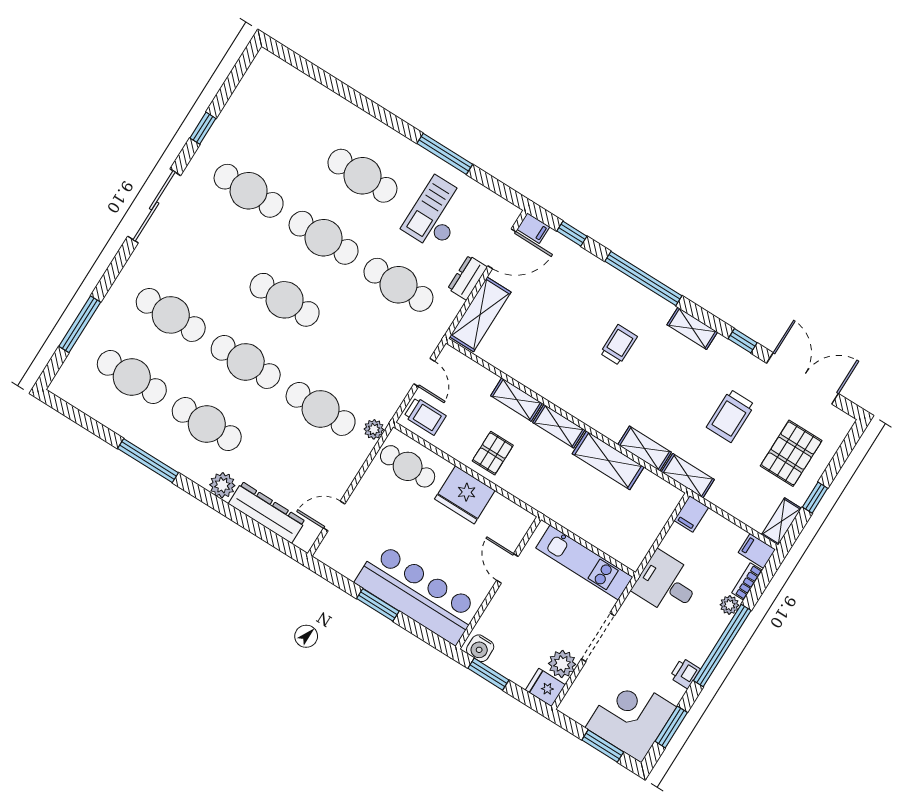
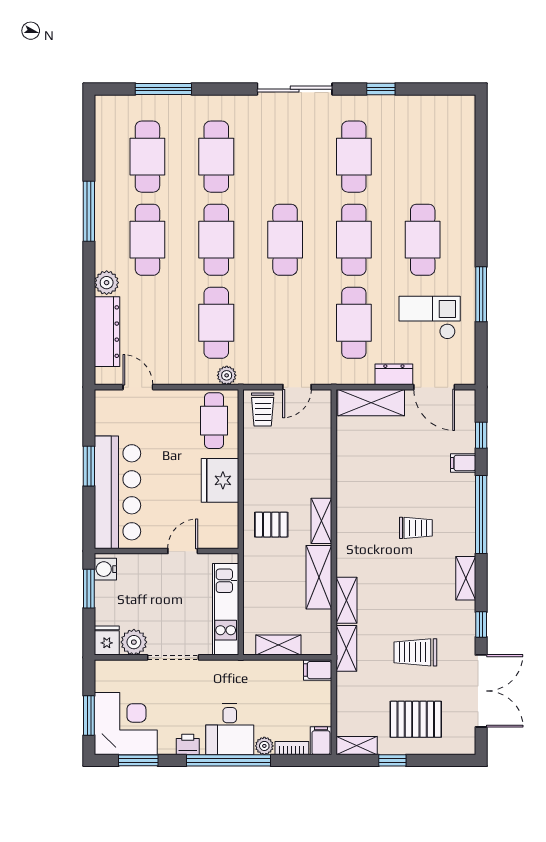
filing cabinet: (533, 228) -> (463, 463), moved, turned 90
shelving: (516, 400) -> (278, 645), moved, turned 90
pallet: (493, 453) -> (271, 525), moved
desk: (667, 584) -> (230, 729), moved, turned 180

